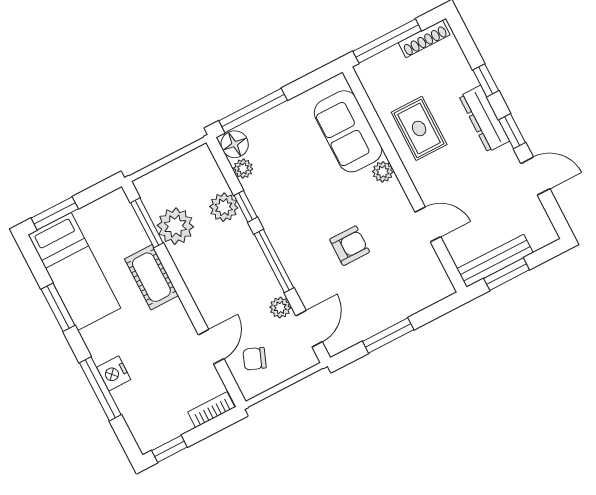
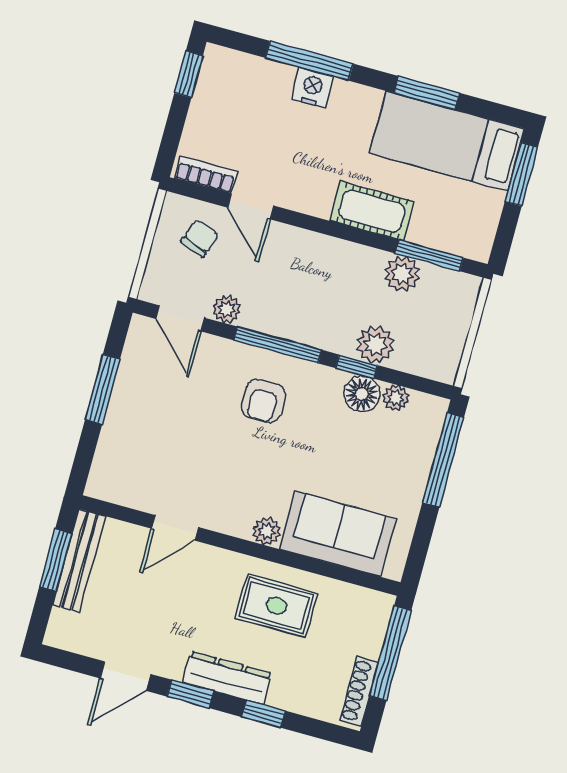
floor lamp: (235, 144) -> (362, 394), moved
plant: (175, 226) -> (402, 274), width x0.73, depth x0.73
armchair: (350, 246) -> (263, 401), moved
bookcase: (211, 410) -> (206, 175), moved, turned -90

